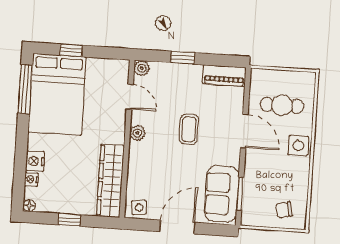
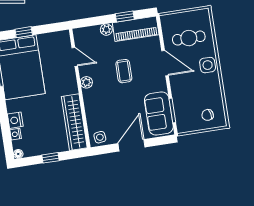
window: (183, 58) -> (125, 17), moved
plant: (142, 68) -> (106, 30), moved
piano: (224, 76) -> (136, 29), width x1.37, depth x1.33

